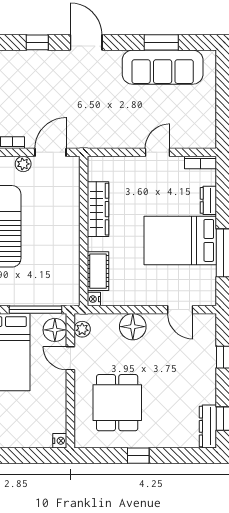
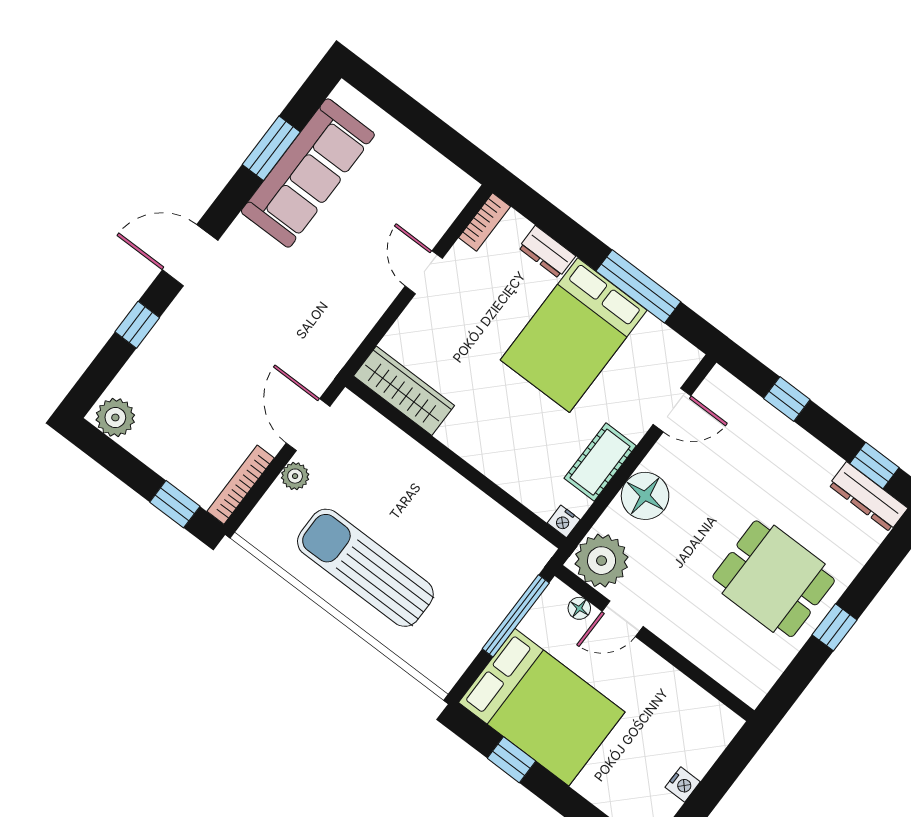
wardrobe: (98, 209) -> (404, 391), moved
cot: (98, 271) -> (600, 462), moved, turned 90
plant: (82, 329) -> (602, 561), width x1.88, depth x1.88
floor lamp: (55, 330) -> (579, 608), width x0.53, depth x0.53
dining table: (117, 403) -> (774, 579), moved
nightstand: (60, 441) -> (683, 784), moved, turned 90

